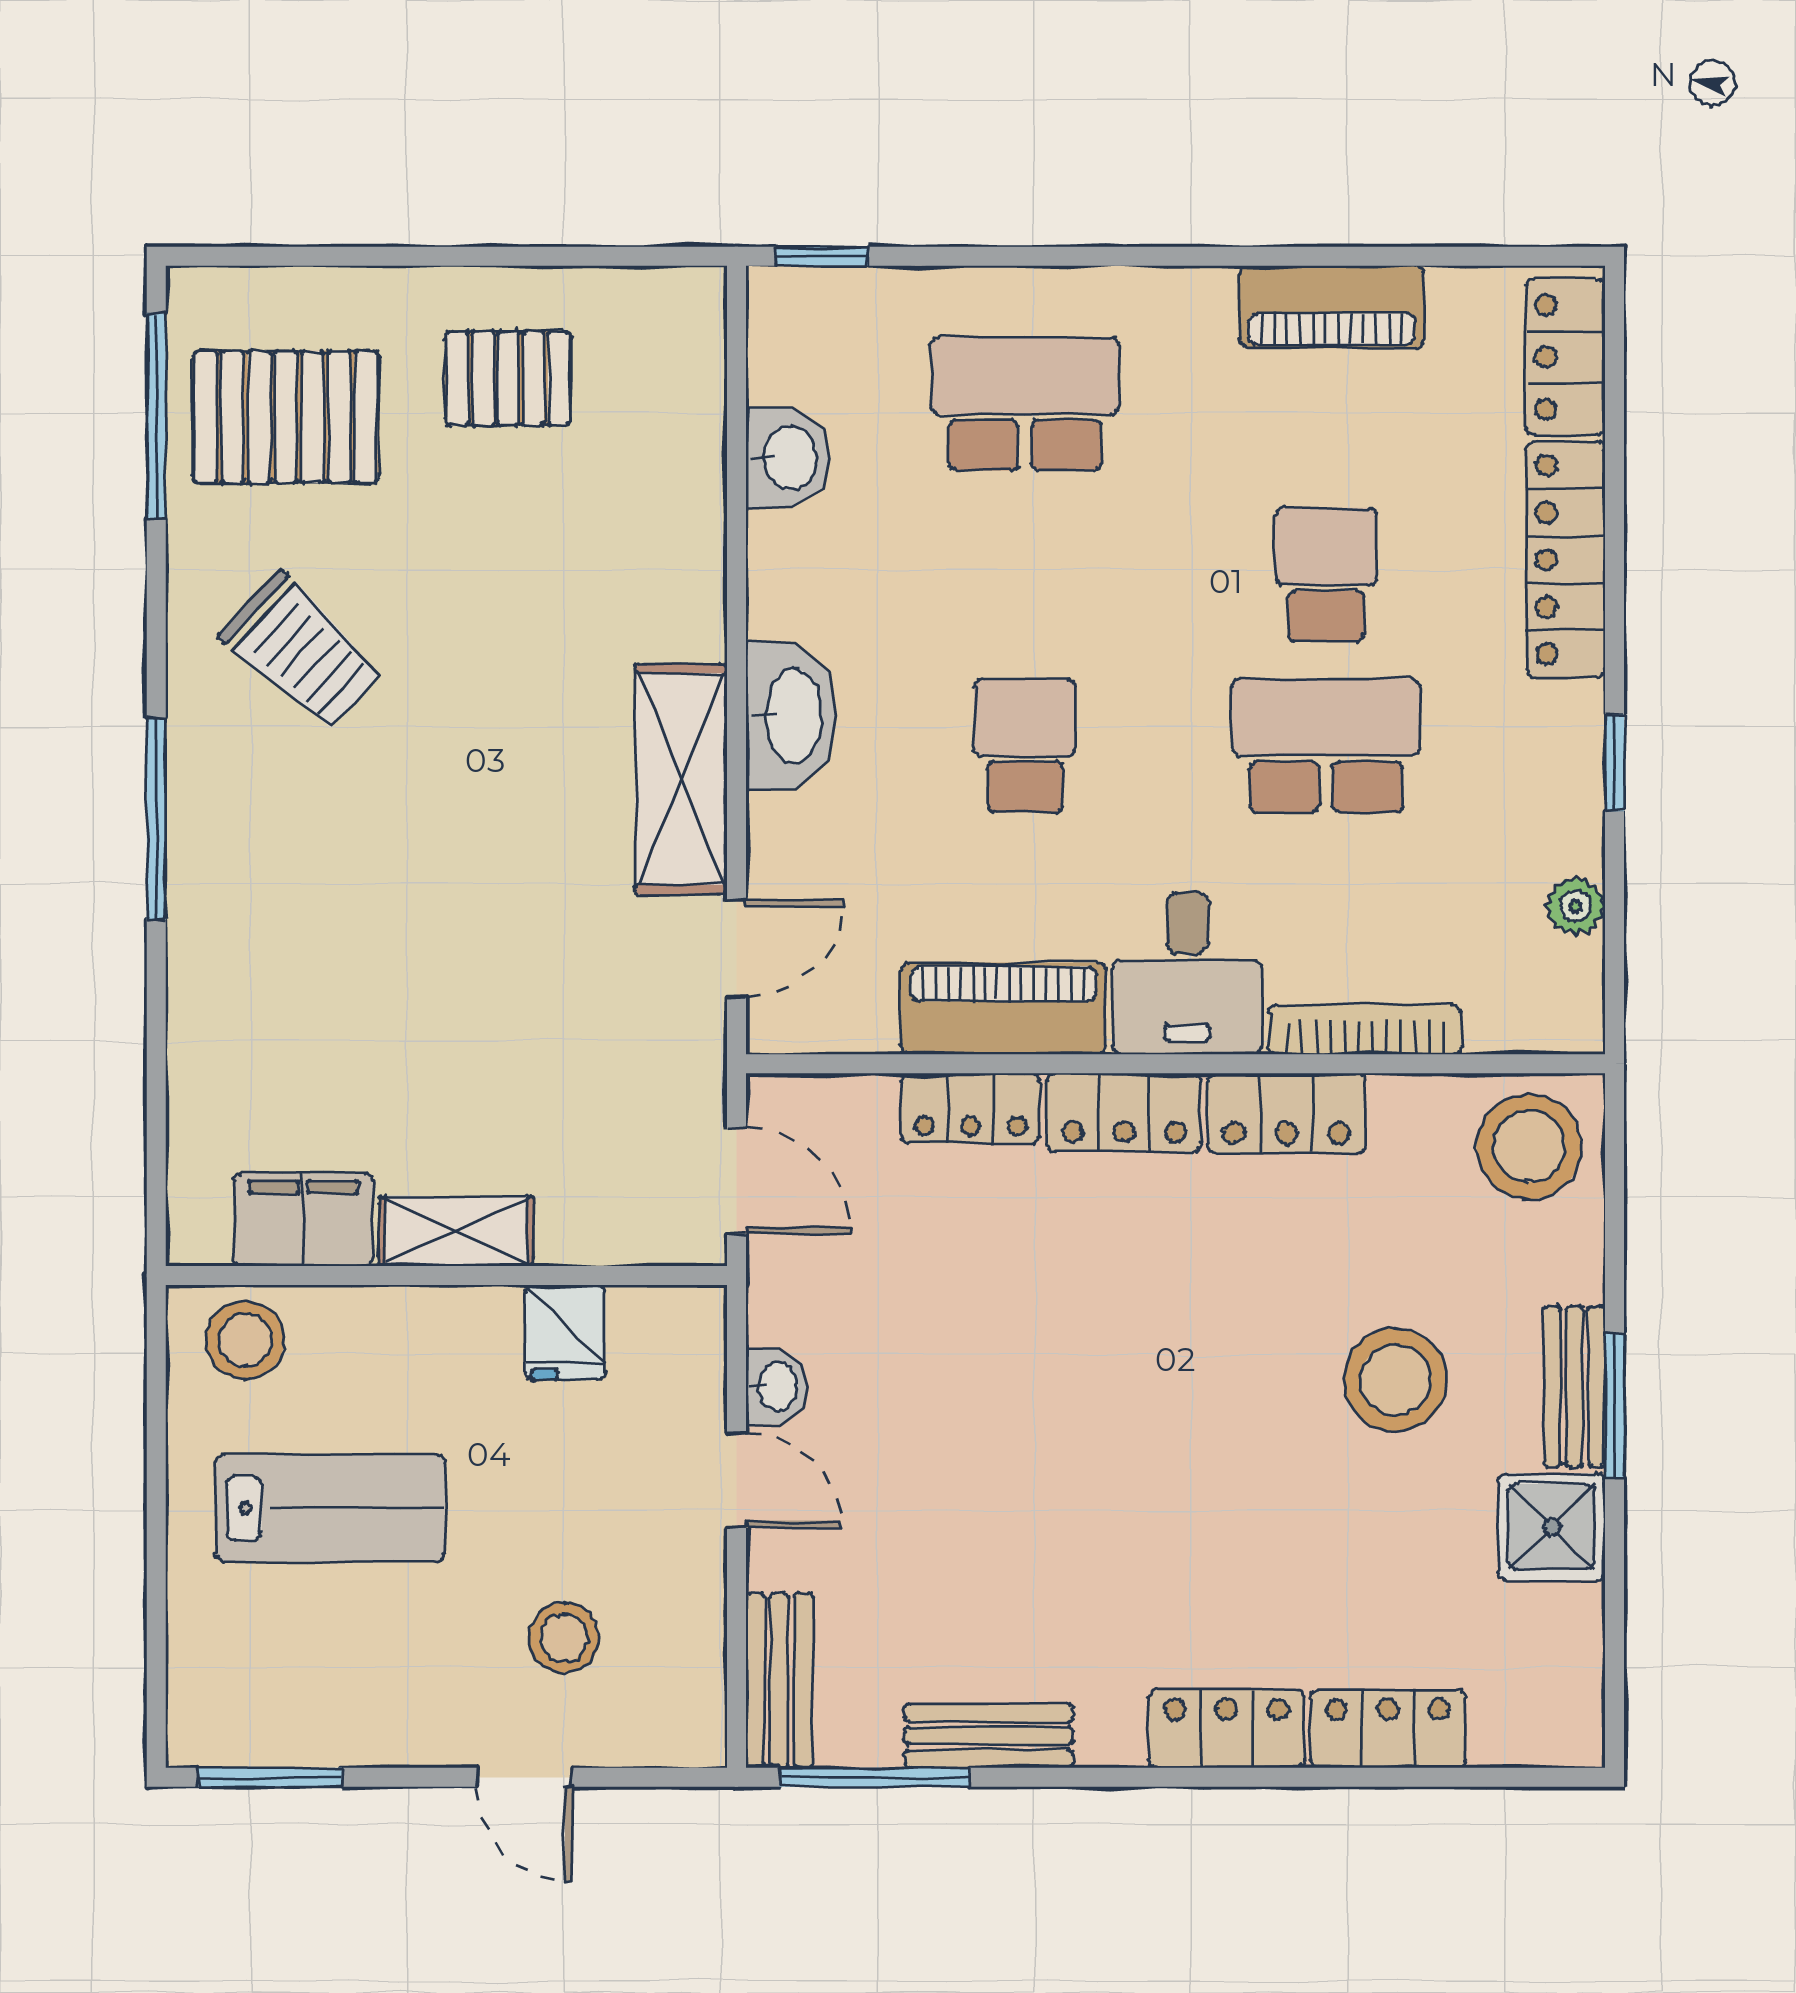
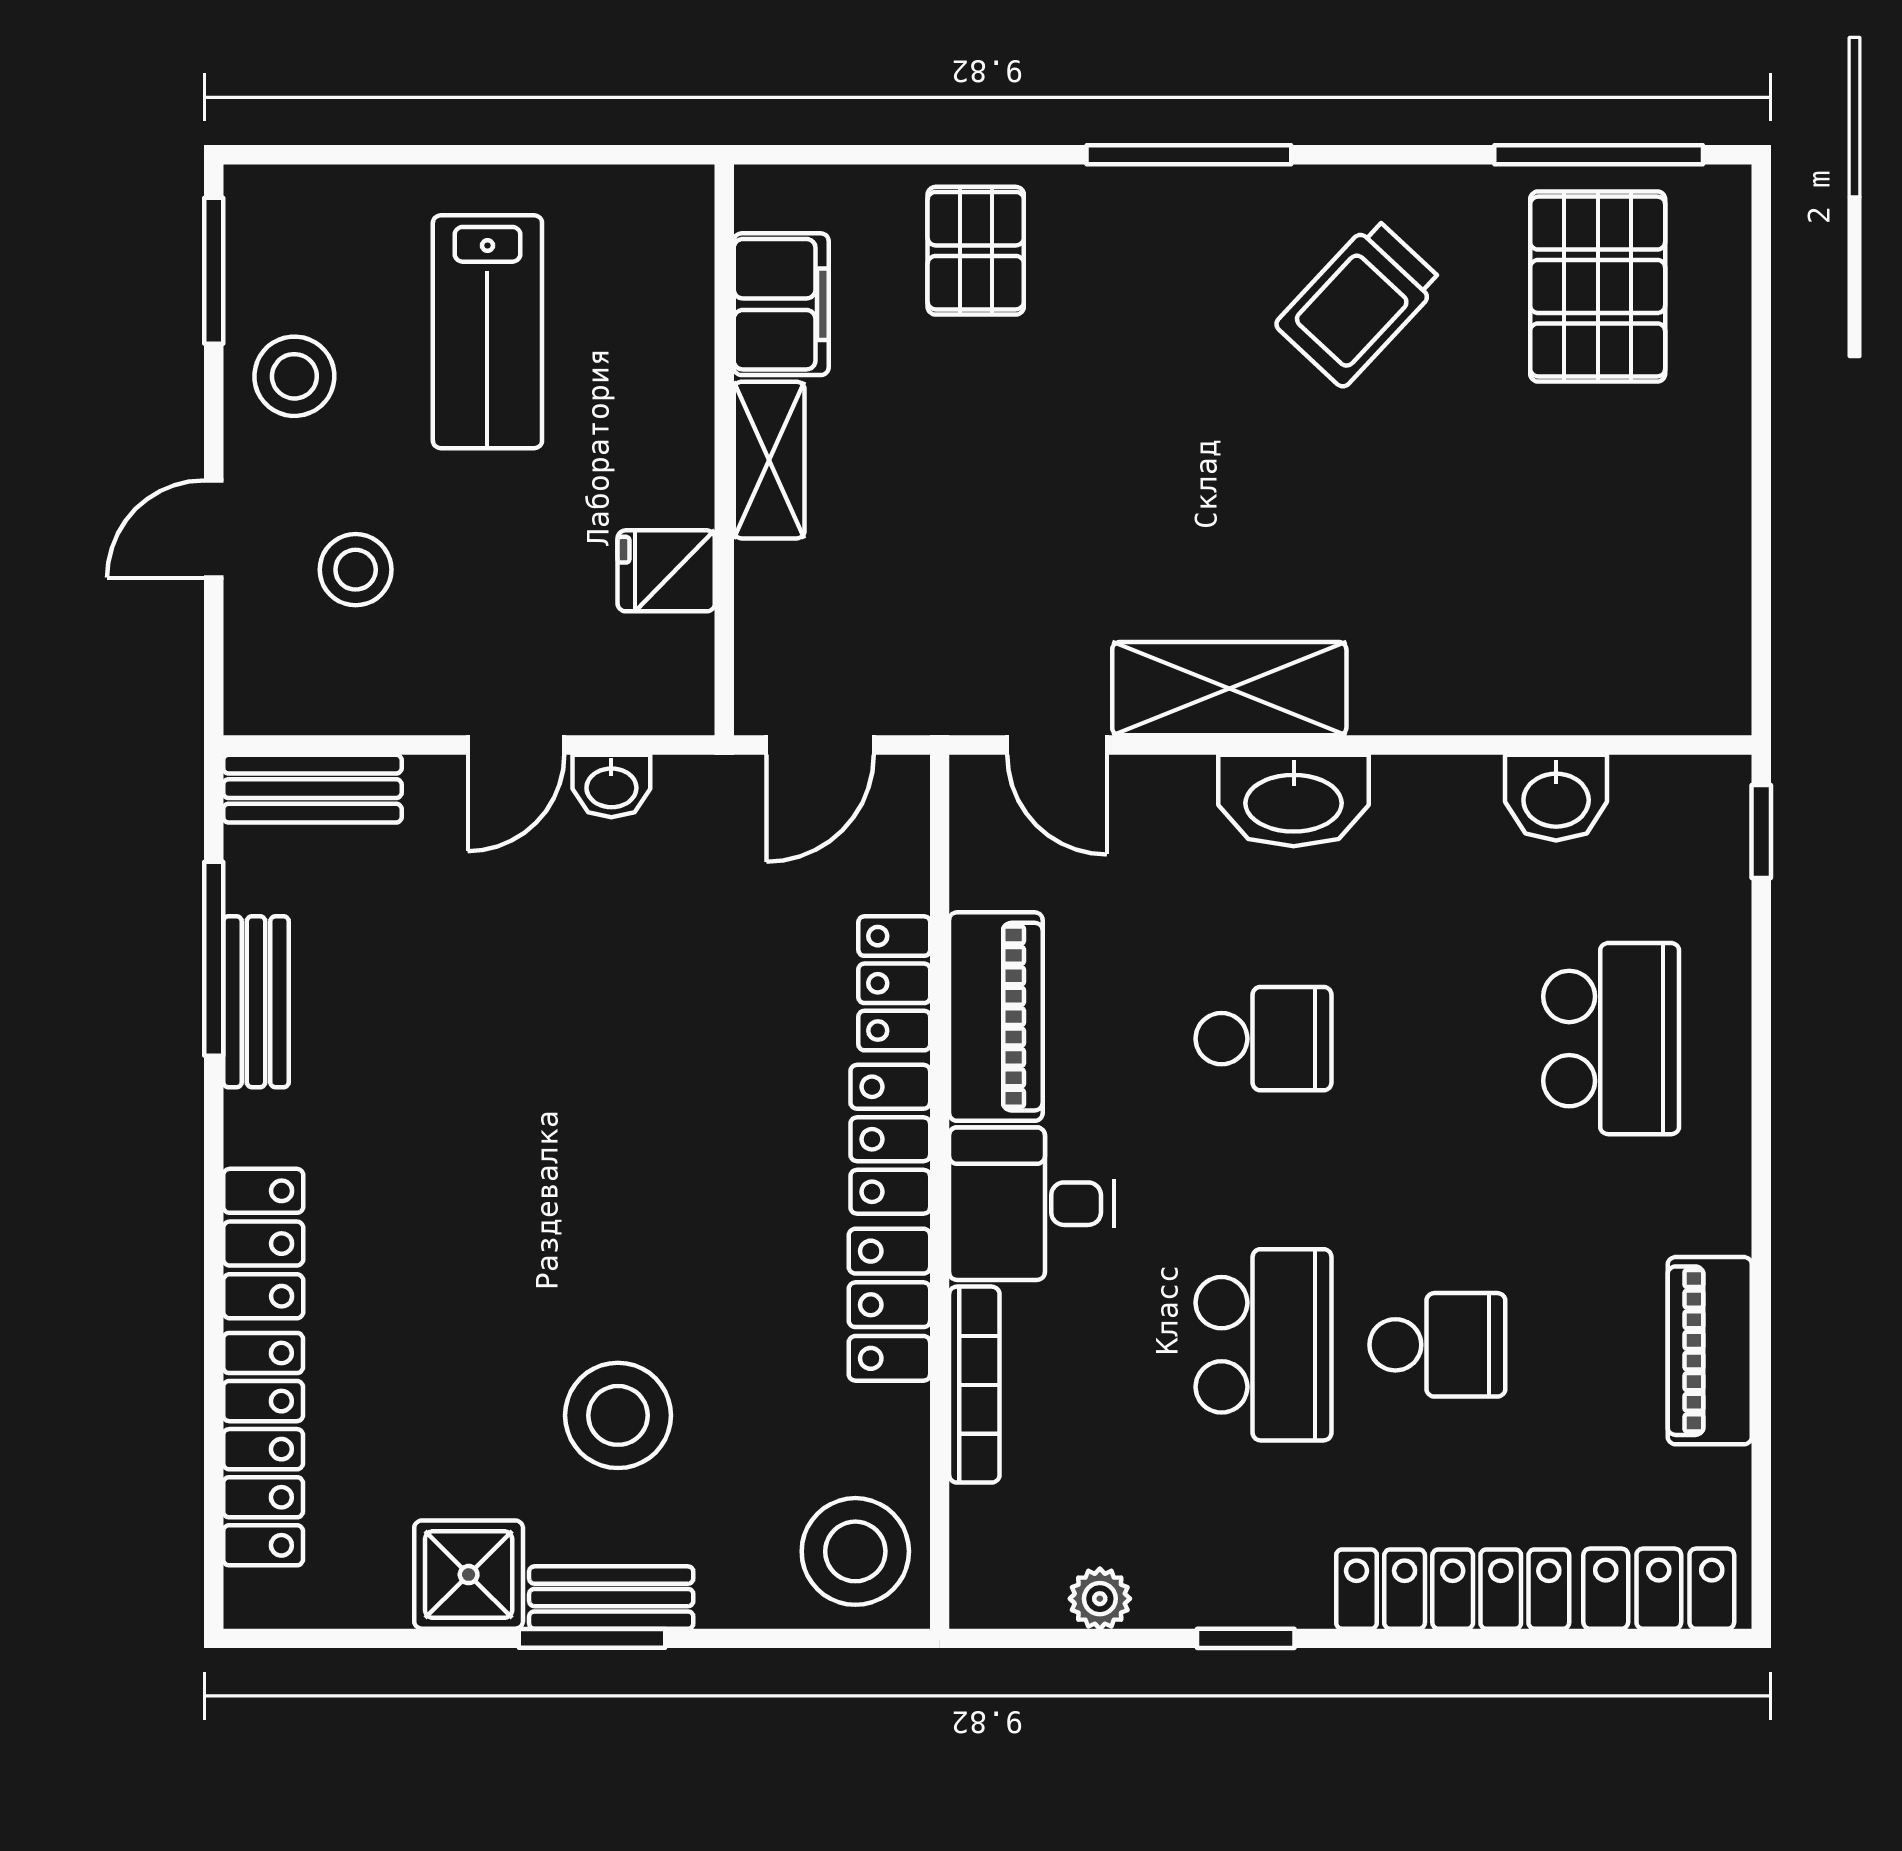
pallet: (508, 378) -> (976, 251), moved
stool: (245, 1340) -> (294, 376), moved
locker: (1388, 1729) -> (263, 1449), width x1.53
window: (875, 1777) -> (214, 959), moved

